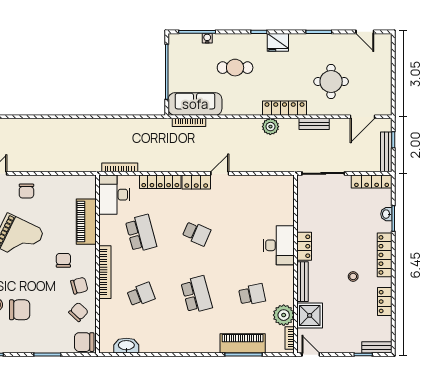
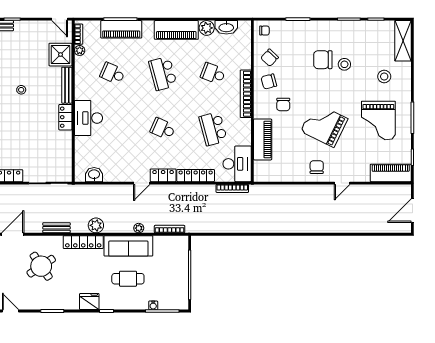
round table: (331, 81) -> (41, 266), turned -34
sofa: (195, 104) -> (128, 246), moved
plant: (223, 124) -> (139, 228), added
washbasin: (273, 183) -> (94, 175), added
school desk: (141, 295) -> (213, 73), turned 42
school desk: (252, 295) -> (113, 73), turned 36
plant: (284, 315) -> (80, 50), width x0.53, depth x0.53
chair: (84, 342) -> (264, 31), width x0.54, depth x0.54
piano: (182, 343) -> (176, 30), added
plant: (148, 345) -> (207, 28), added

